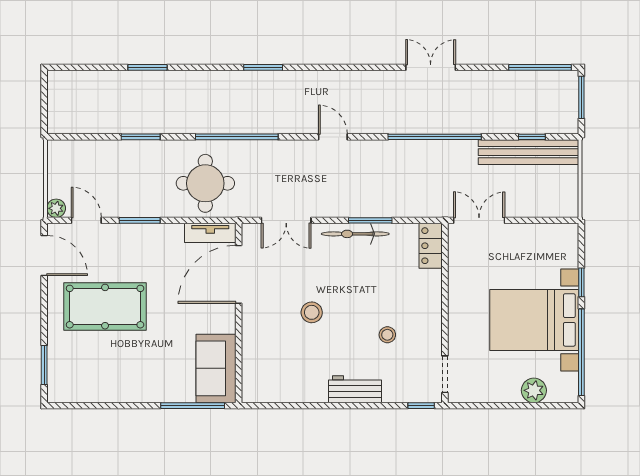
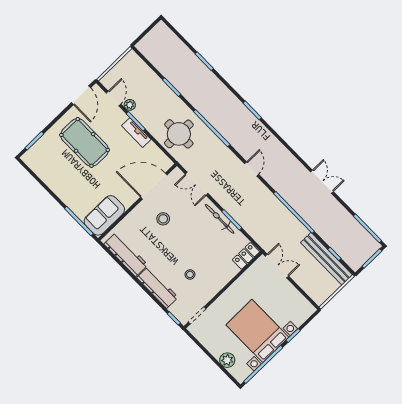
plant: (56, 208) -> (130, 105), moved
tv unit: (210, 233) -> (136, 133), moved
stool: (312, 312) -> (163, 219), moved
workbench: (288, 388) -> (126, 254), added
workbench: (355, 389) -> (157, 288), width x1.38

